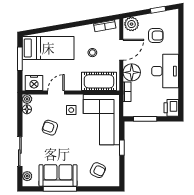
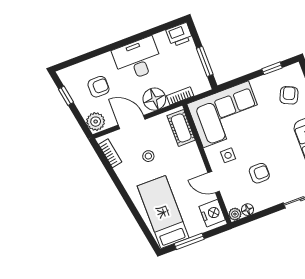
armchair: (156, 36) -> (98, 87), turned 90
cot: (99, 81) -> (181, 128), width x0.73, depth x0.75
armchair: (50, 128) -> (259, 173), turned -109
window: (122, 148) -> (272, 68), moved

